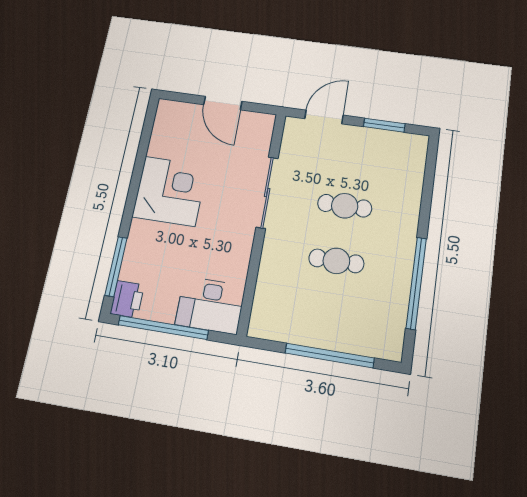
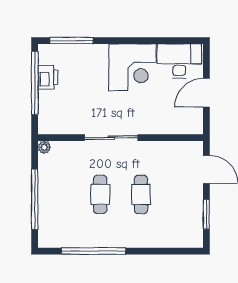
sliding door: (267, 192) -> (111, 138), moved
printer: (127, 299) -> (48, 77), moved, turned -90
desk: (210, 305) -> (179, 61), moved, turned 90
plant: (257, 329) -> (44, 147), added

